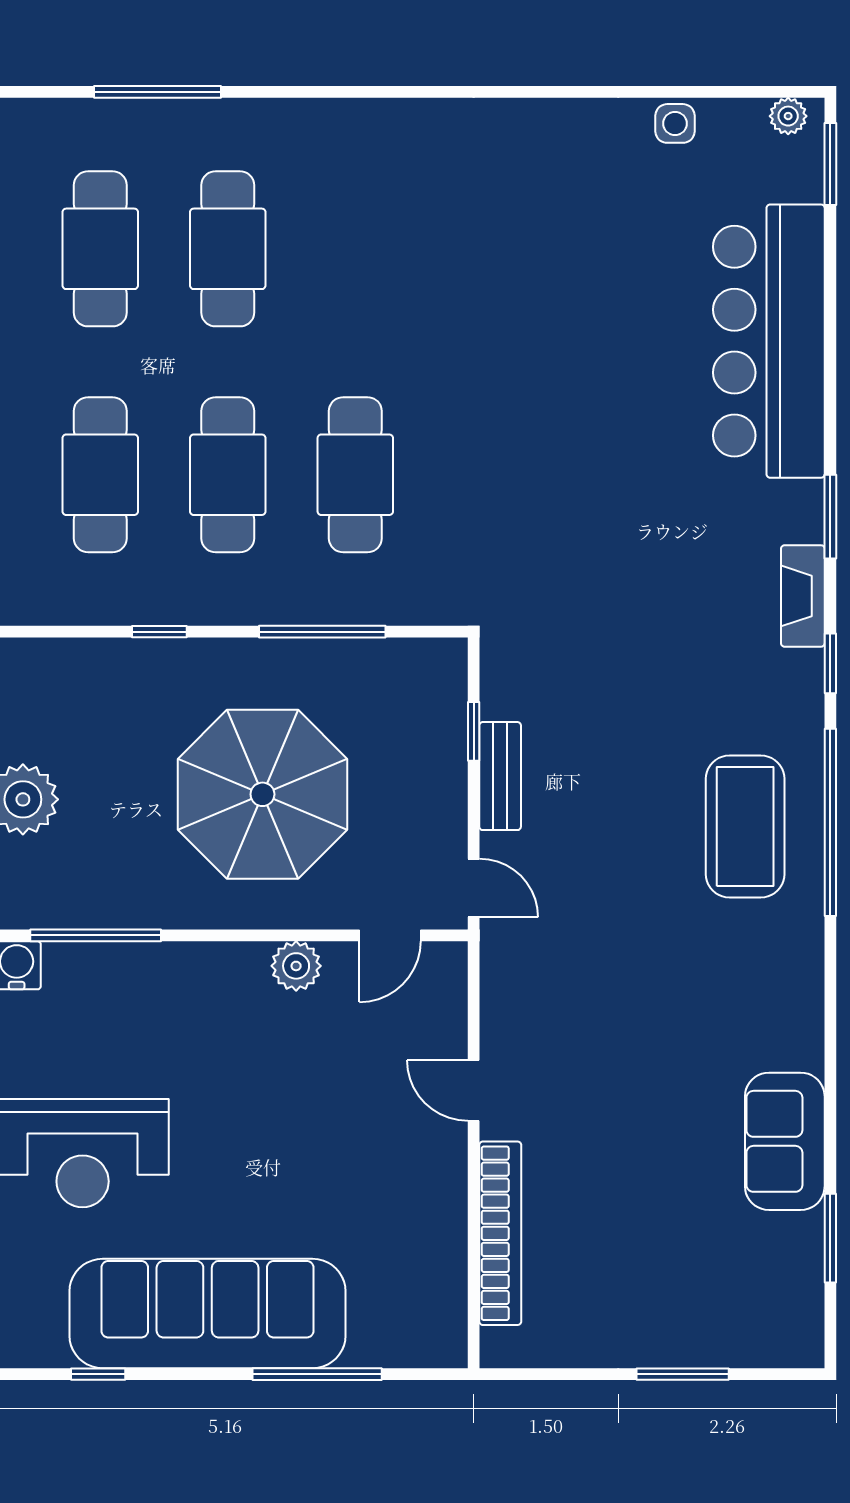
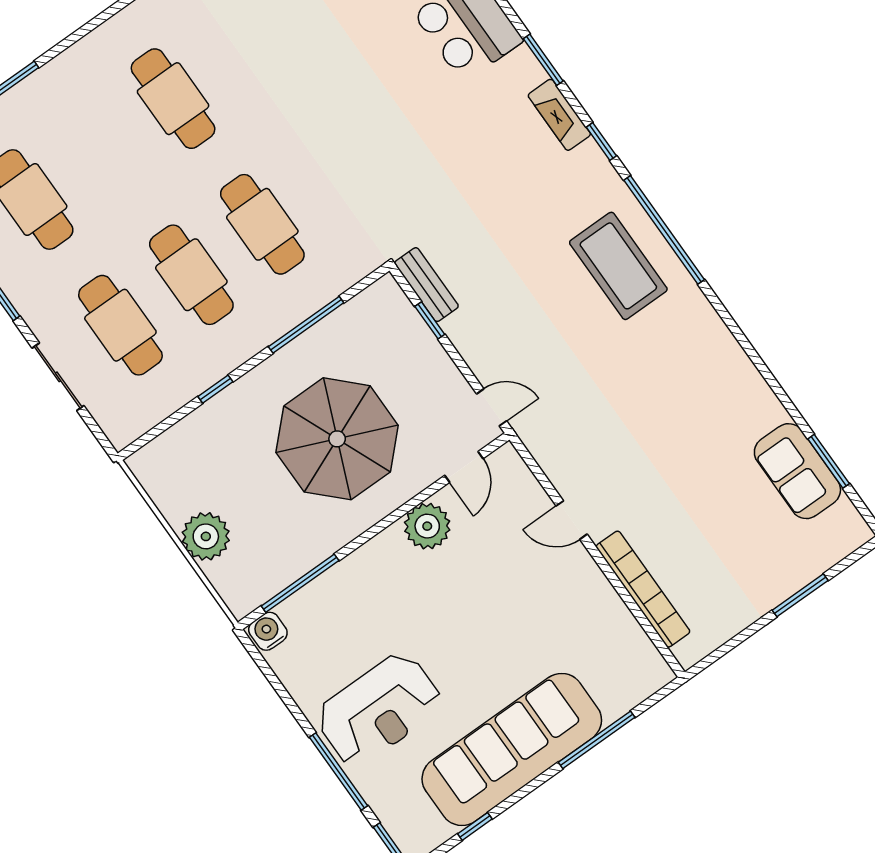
cafe table: (228, 249) -> (173, 99), moved
bench: (500, 776) -> (426, 285), moved
plant: (296, 966) -> (427, 526), width x1.36, depth x1.36
sofa: (785, 1141) -> (797, 471), moved

